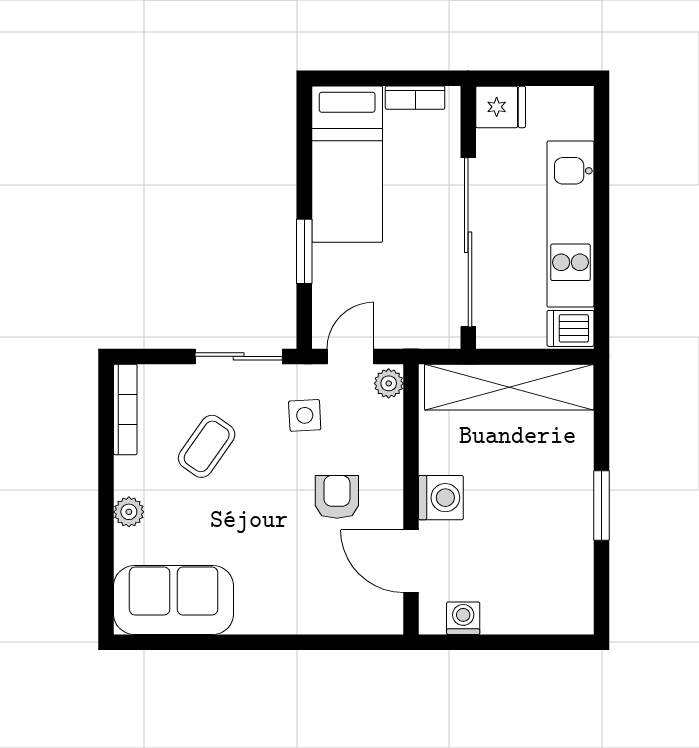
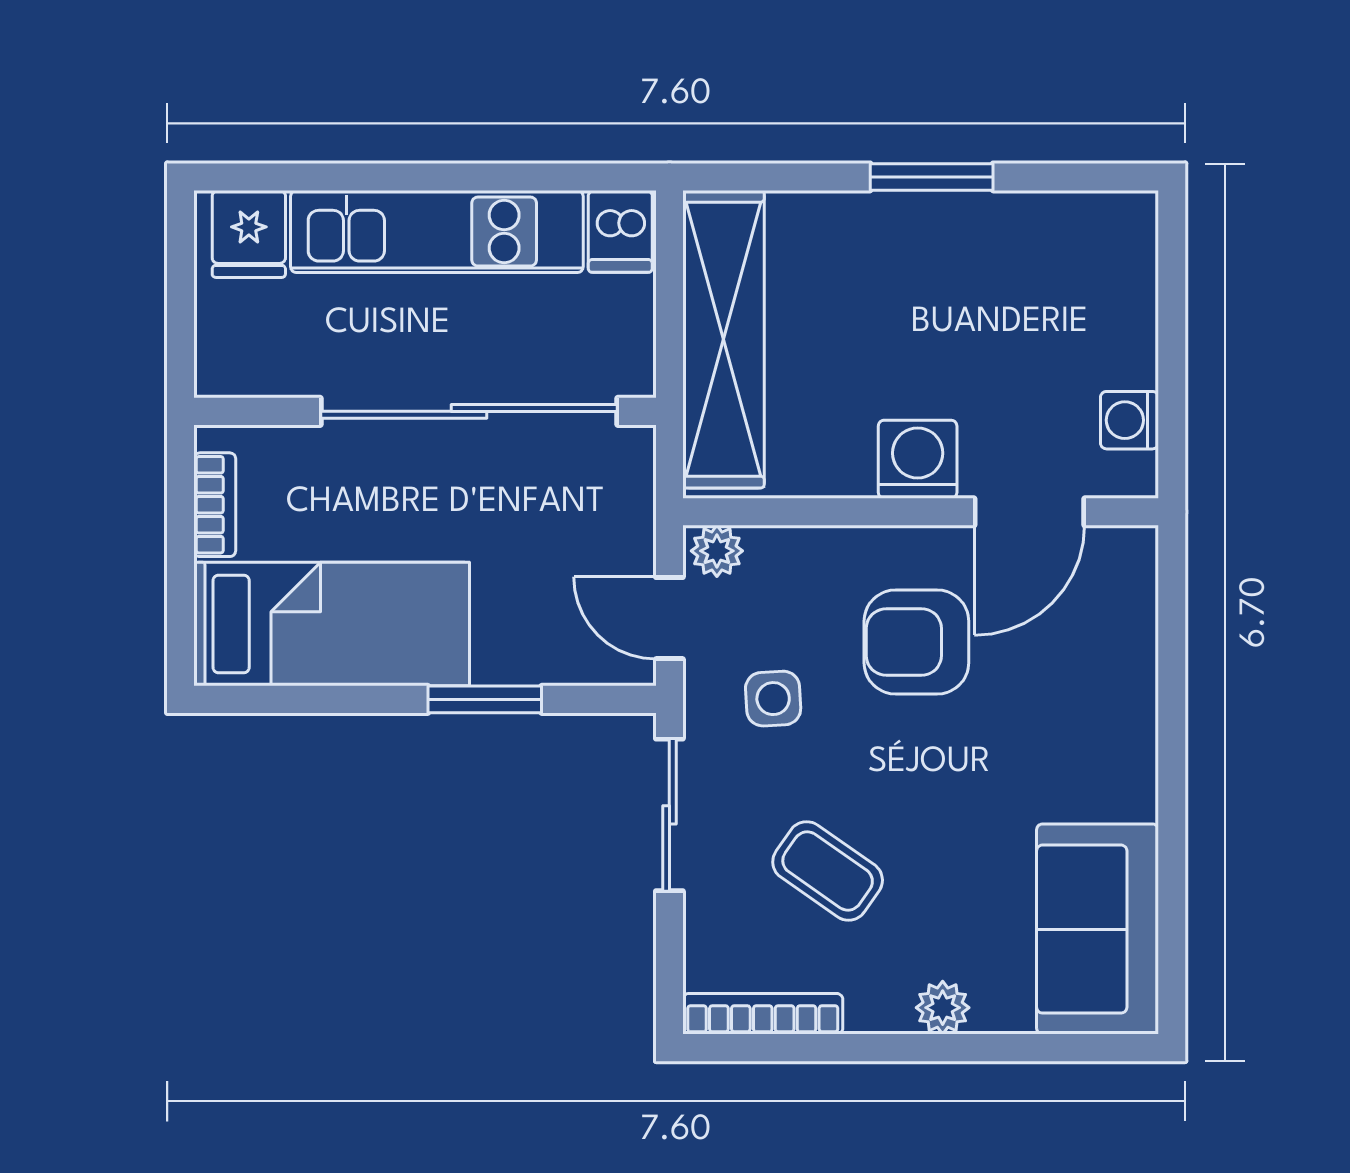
fridge: (501, 107) -> (249, 234), moved, turned 180
armchair: (337, 497) -> (916, 642), width x1.38, depth x1.38

